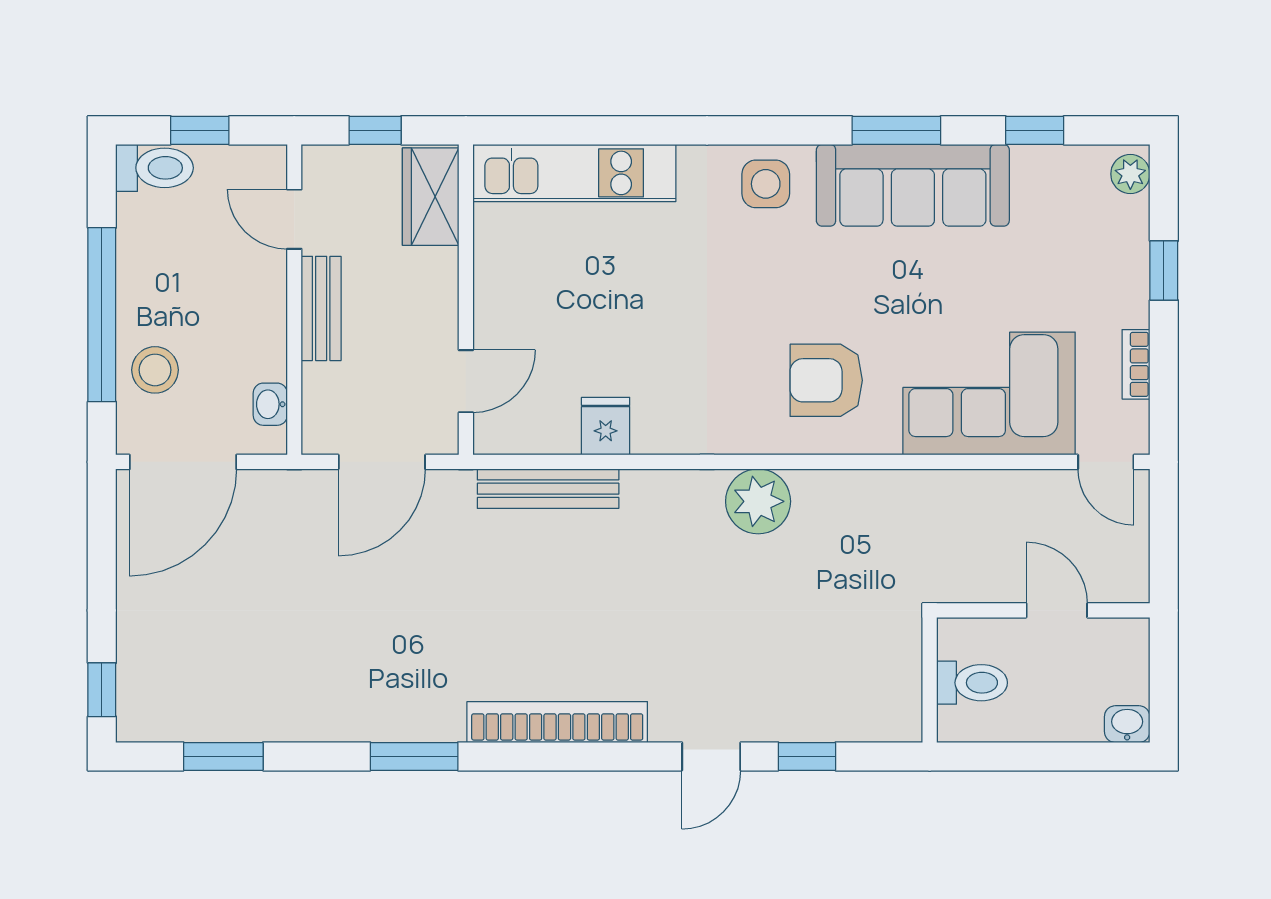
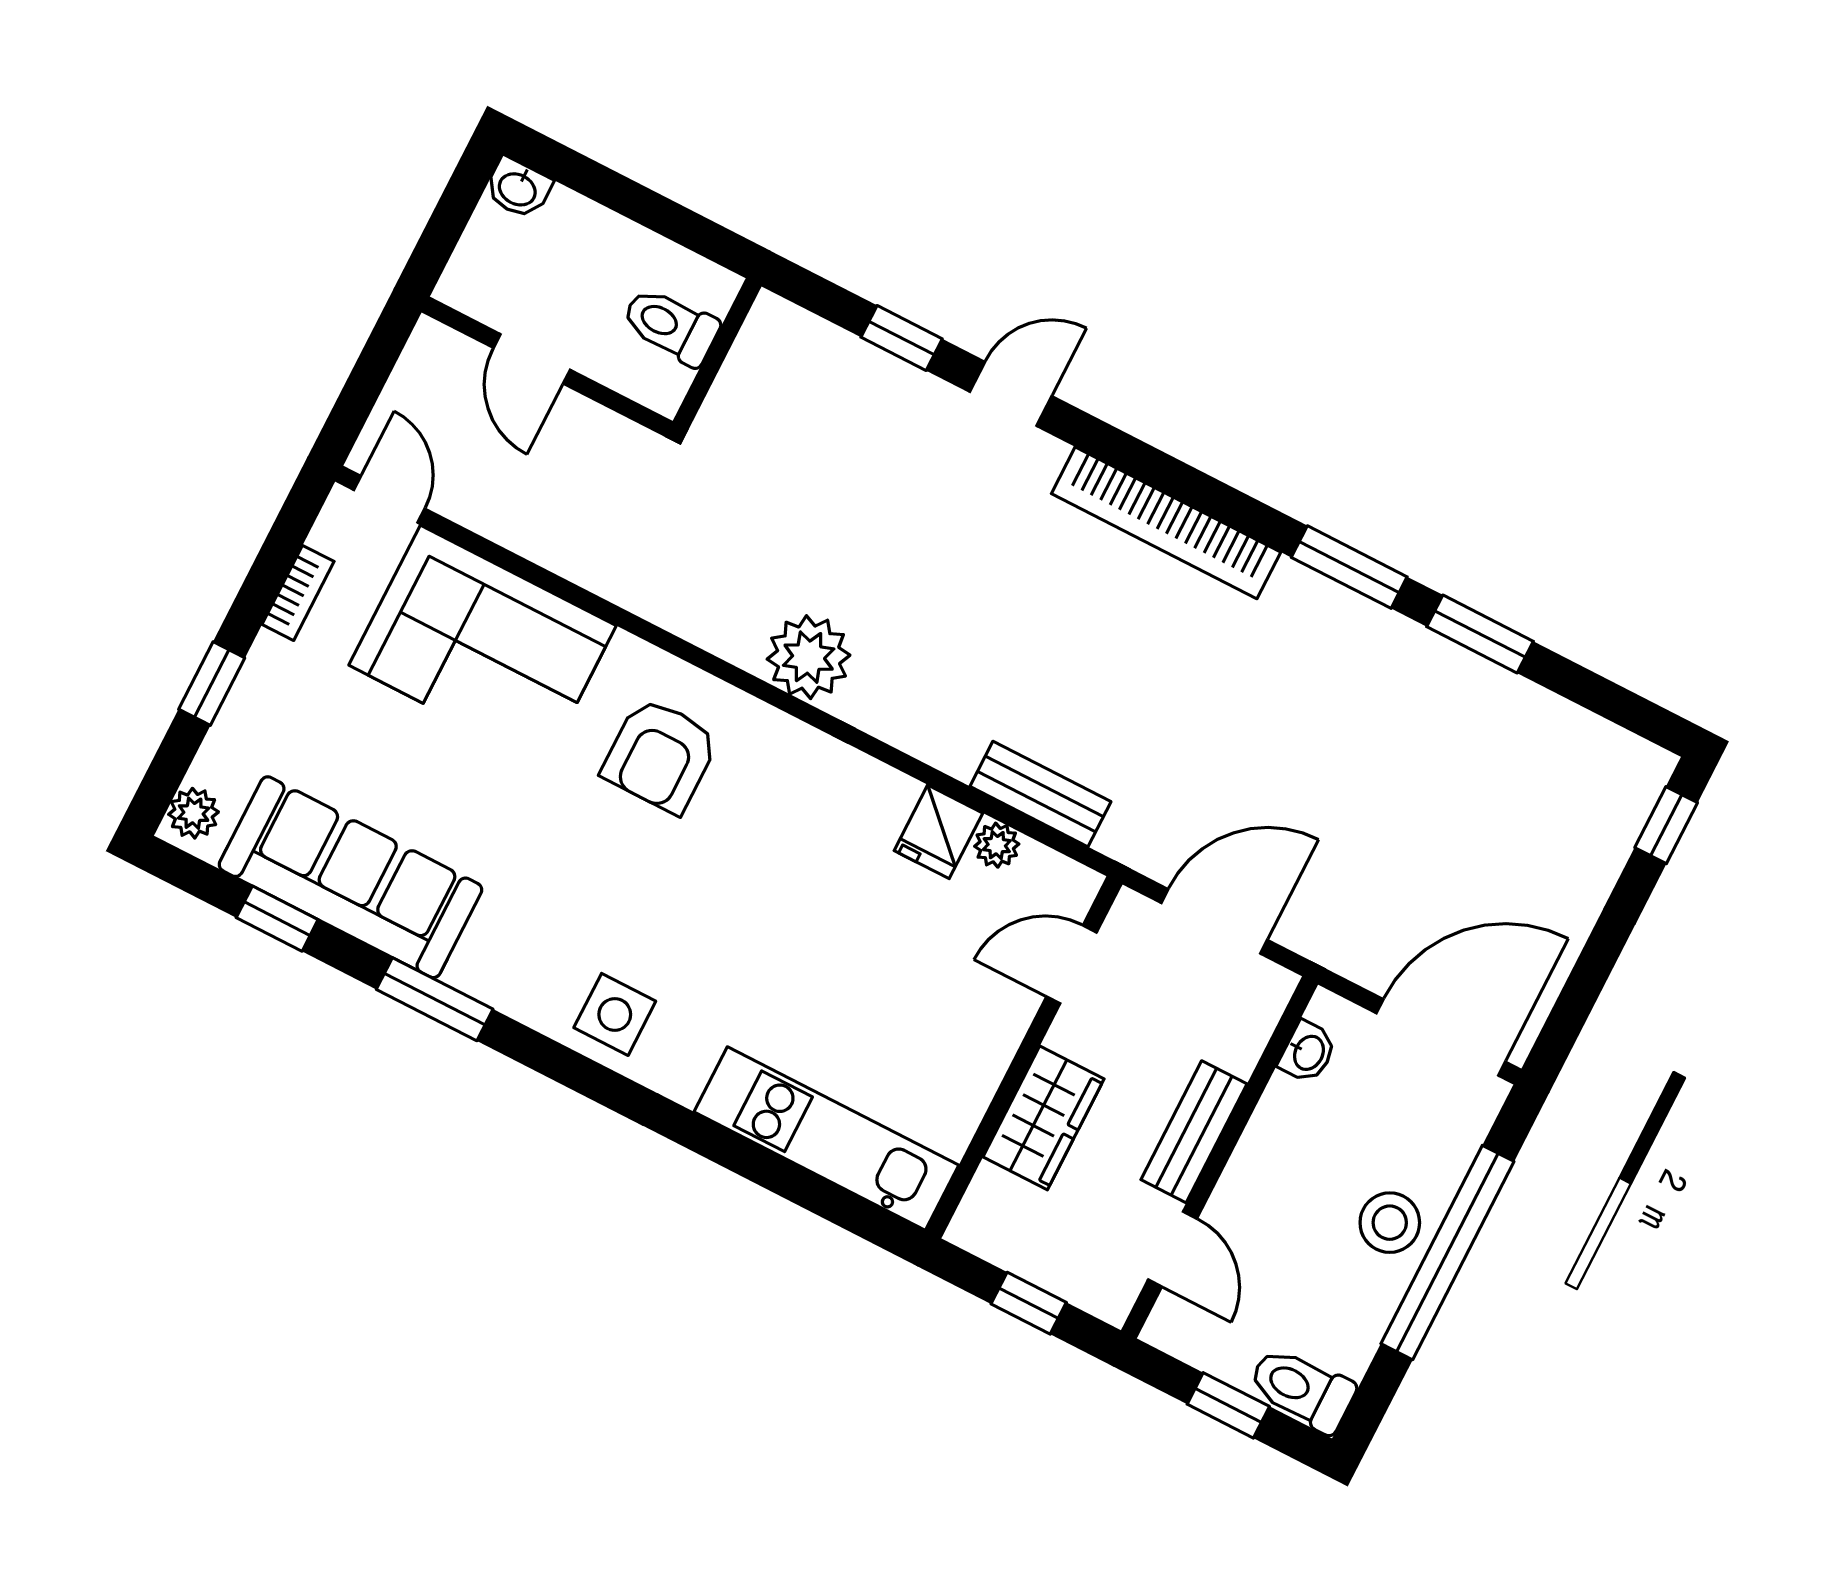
sofa: (913, 185) -> (351, 877), moved
wardrobe: (431, 197) -> (1044, 1118), moved
stool: (155, 370) -> (1390, 1223), moved
armchair: (826, 380) -> (660, 755), turned 90
plant: (560, 438) -> (997, 845), added
bench: (548, 489) -> (1040, 794), width x0.73
window: (223, 756) -> (1480, 634), moved

